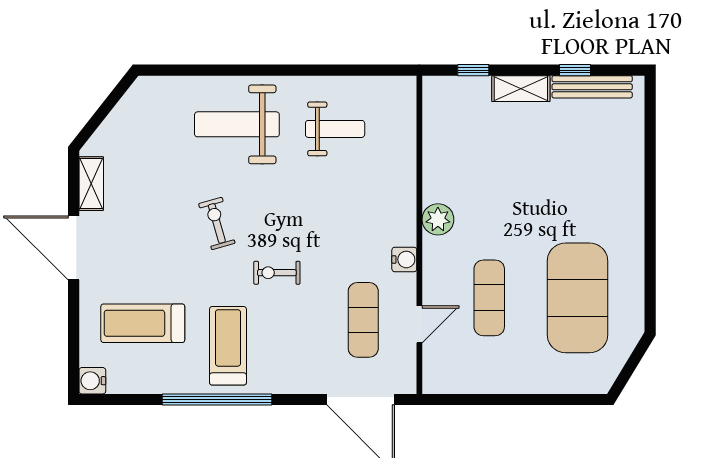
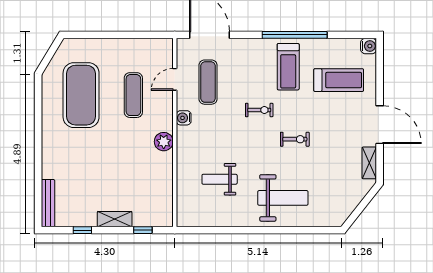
bench: (592, 87) -> (48, 203), moved, turned 90
weight bench: (335, 129) -> (220, 179), moved
exercise bike: (217, 223) -> (295, 139), turned -74

